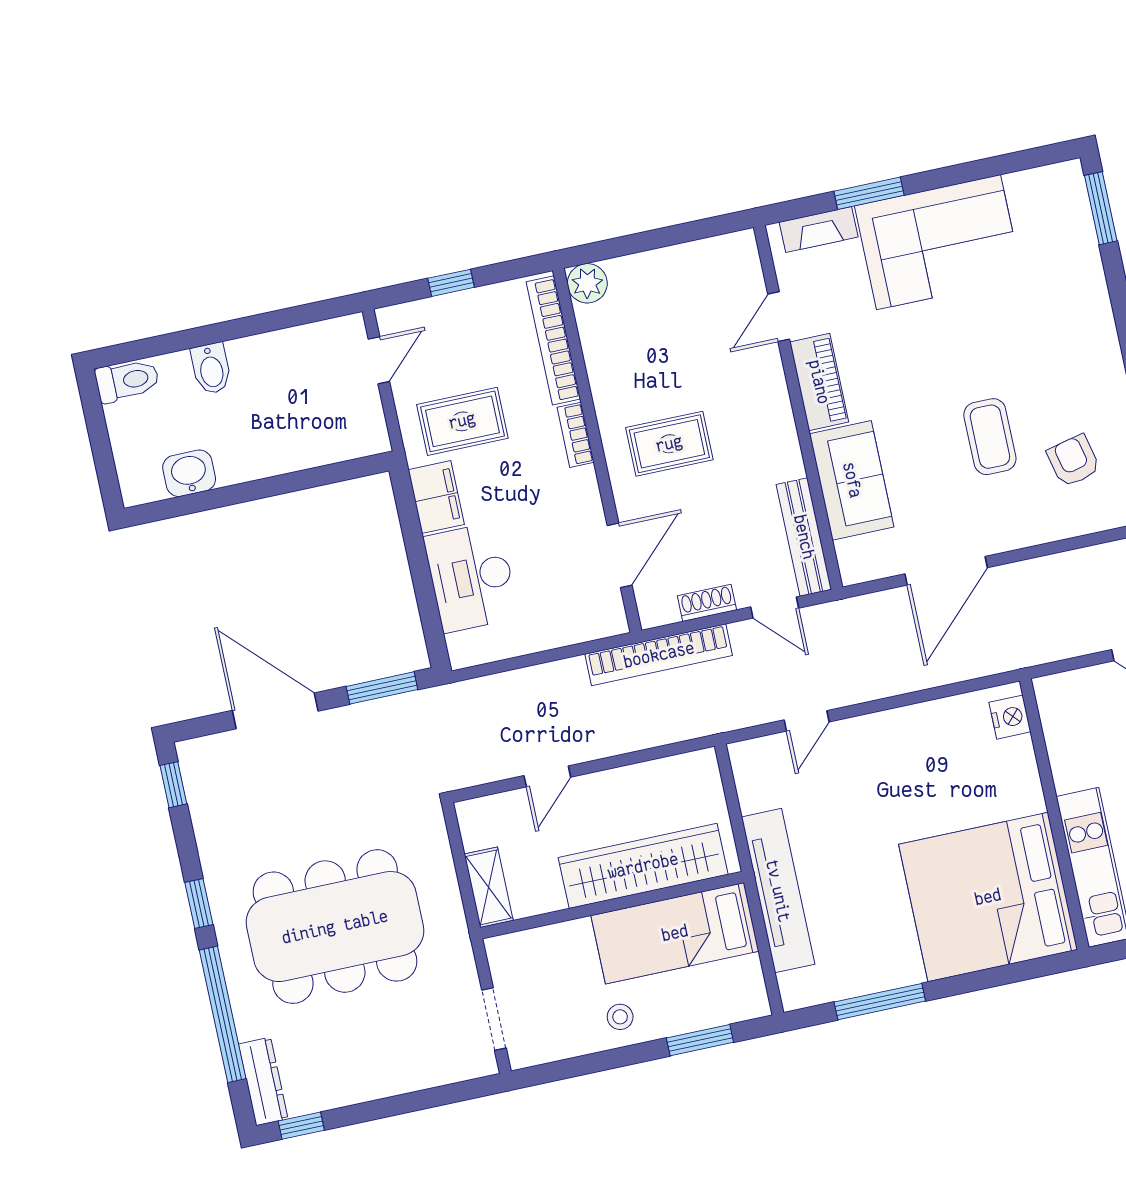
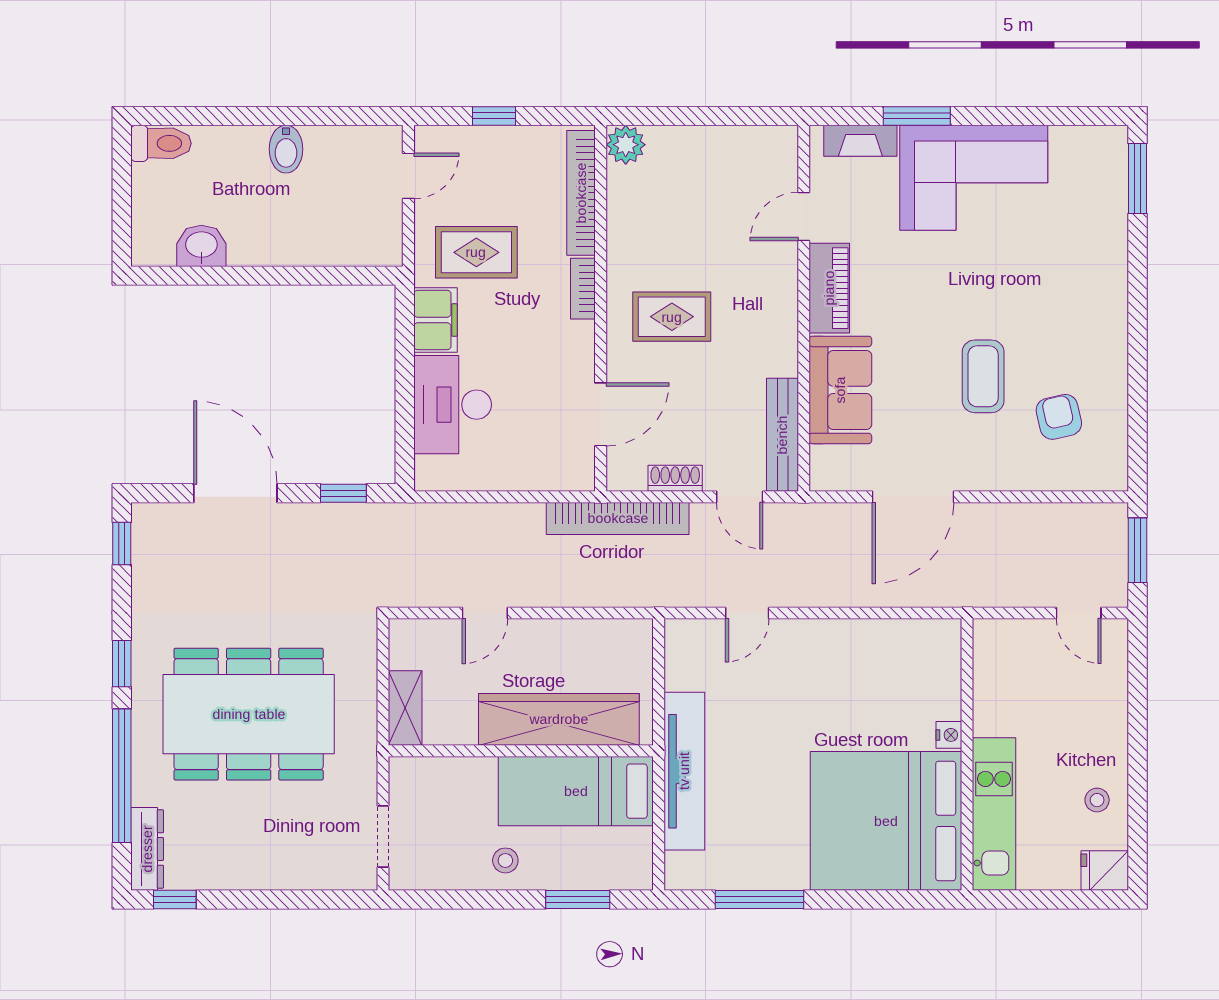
bidet: (211, 369) -> (286, 149), moved
window: (382, 688) -> (343, 493), width x0.67
nightstand: (1010, 717) -> (949, 735), moved, width x0.72, depth x0.74

